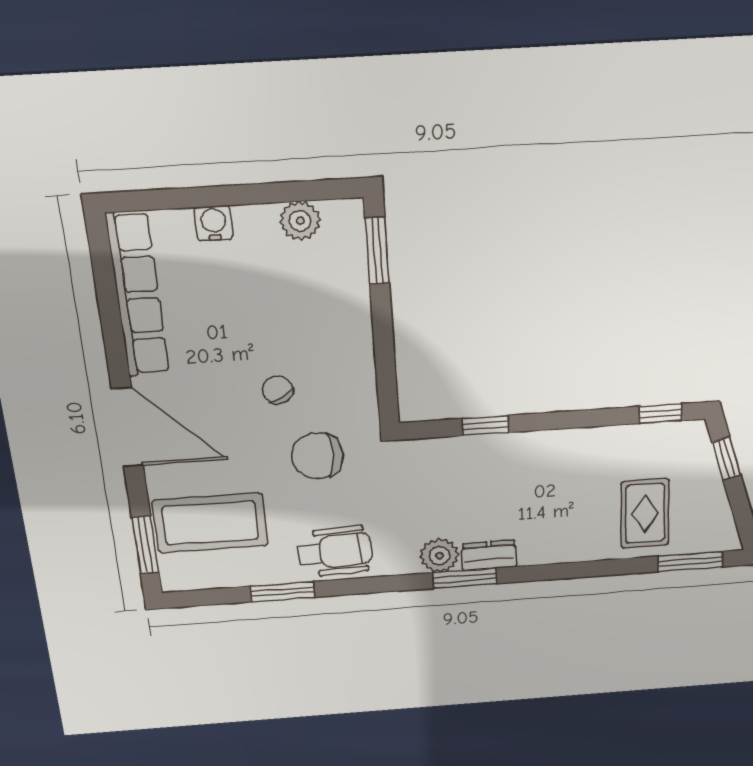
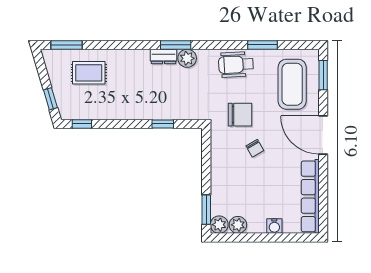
plant: (344, 219) -> (219, 225), added
rug: (645, 513) -> (89, 73), turned 90
coffee table: (210, 523) -> (292, 84), turned 90

